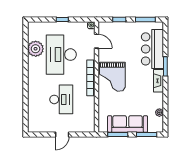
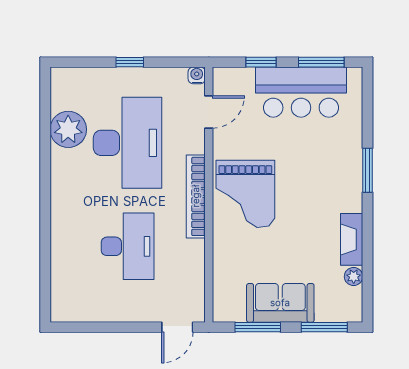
door: (97, 41) -> (209, 112), hinge flipped
bar counter: (152, 49) -> (301, 92), moved, turned -90
desk: (61, 55) -> (128, 143), turned 180
fireplace: (159, 81) -> (352, 239), moved
sofa: (128, 124) -> (280, 303), width x0.73
door: (62, 135) -> (177, 327), moved

